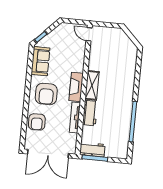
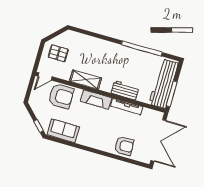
pallet: (114, 43) -> (58, 53), added
shelving: (92, 85) -> (86, 80), moved
armchair: (46, 94) -> (61, 96), moved
workbench: (92, 150) -> (164, 84), width x1.88, depth x1.32

